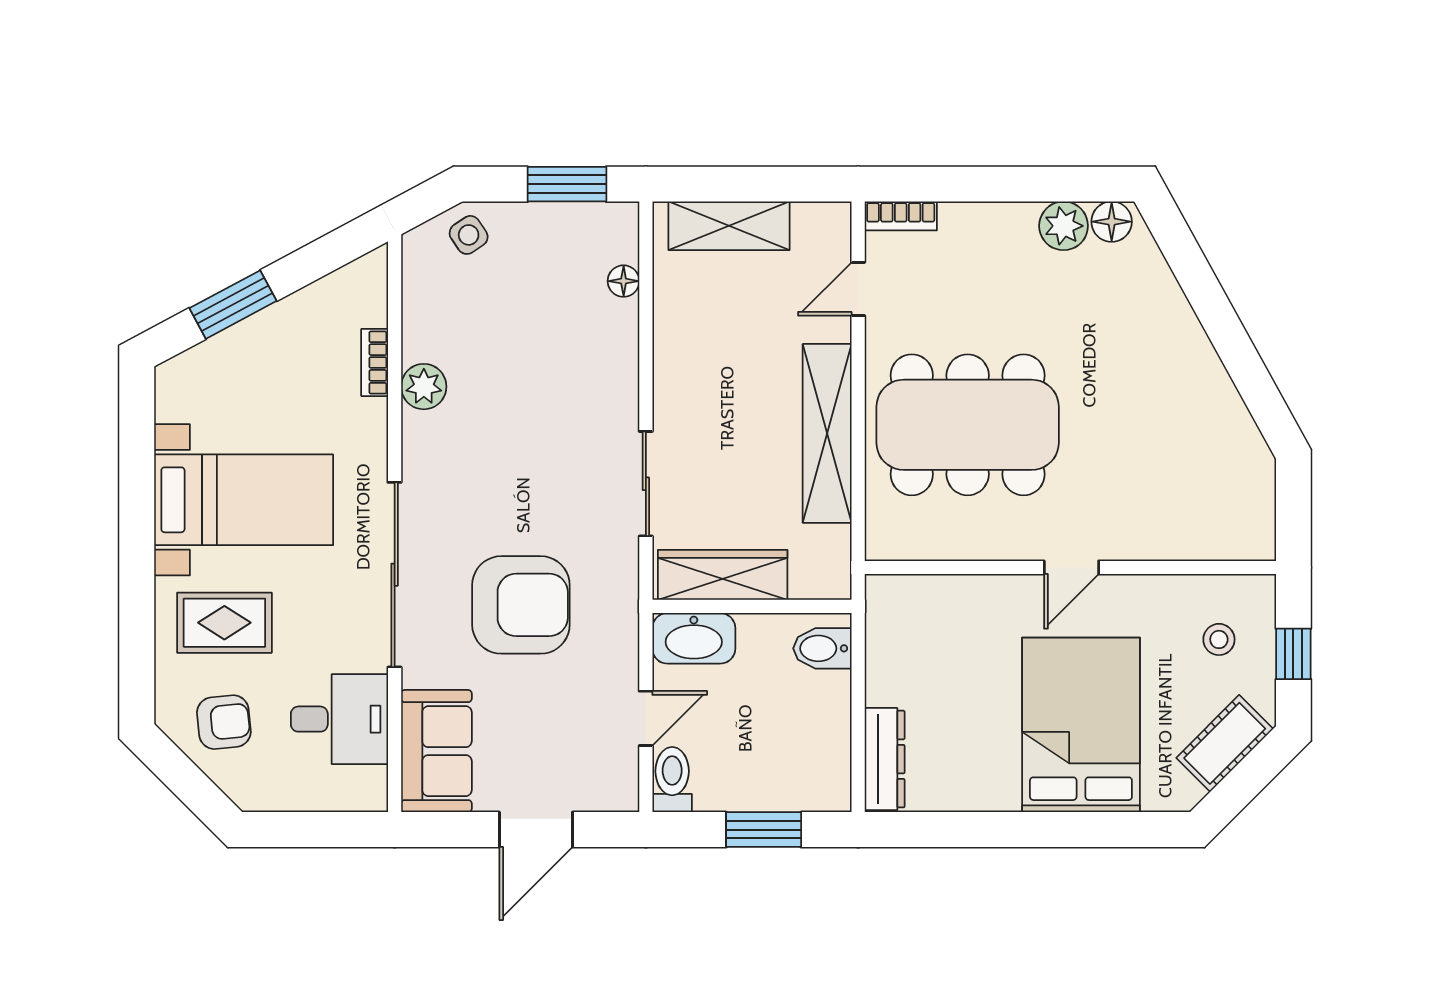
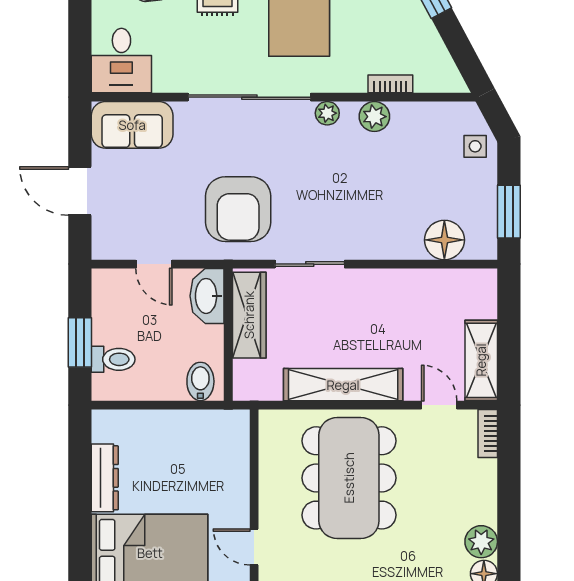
shelving: (729, 226) -> (481, 360), moved
side table: (469, 235) -> (475, 146), turned 34
floor lamp: (624, 281) -> (444, 240), width x1.89, depth x1.89
plant: (419, 457) -> (327, 113), added
armchair: (521, 605) -> (238, 209), moved
desk: (339, 719) -> (121, 60), moved
dresser: (885, 759) -> (105, 478), moved, turned -90
toilet: (672, 780) -> (113, 359), moved

